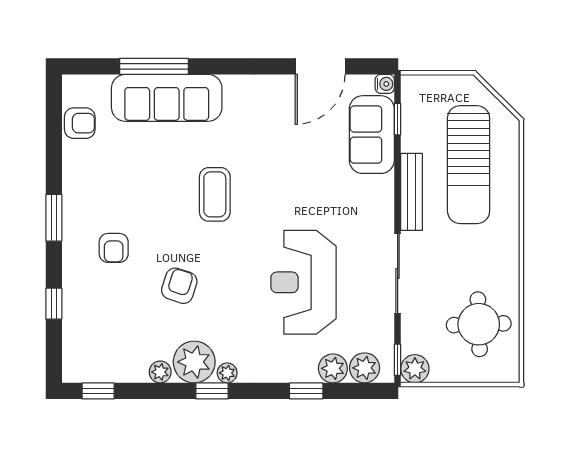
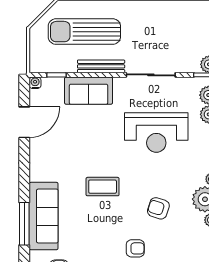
door: (320, 66) -> (24, 122), hinge flipped
sofa: (372, 135) -> (89, 91), moved
sun lounger: (469, 165) -> (84, 32), turned 180
round table: (479, 324) -> (182, 25), removed

